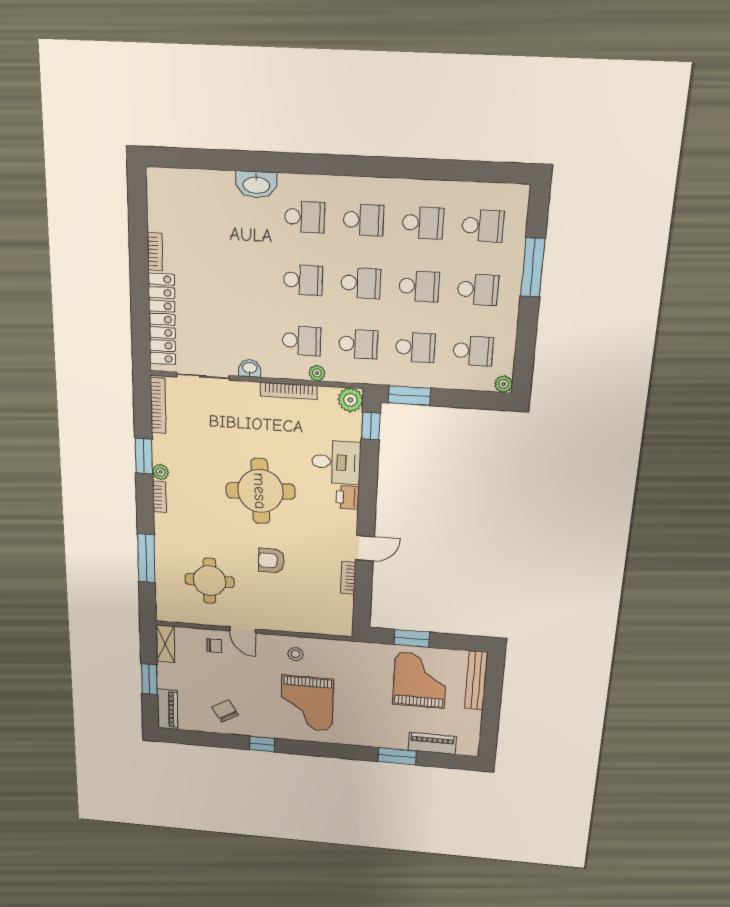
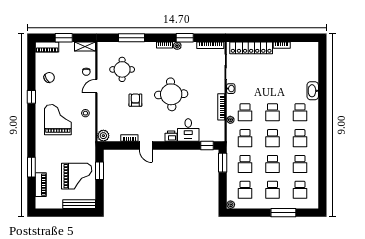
plant: (350, 400) -> (103, 136), moved
grand piano: (307, 703) -> (58, 120), turned 90

